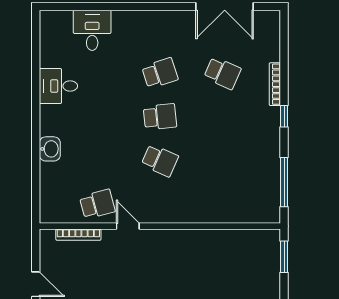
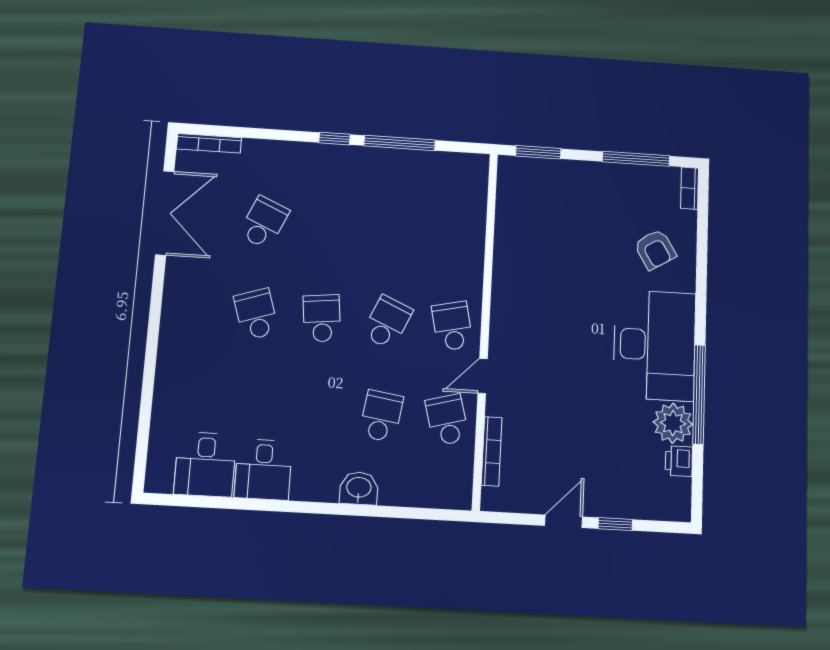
desk: (92, 30) -> (205, 464), moved, turned -90
bookcase: (275, 84) -> (209, 143), moved
school desk: (97, 160) -> (381, 416), added
window: (284, 182) -> (400, 143), moved
school desk: (160, 204) -> (452, 326), added

